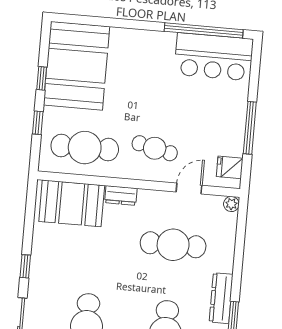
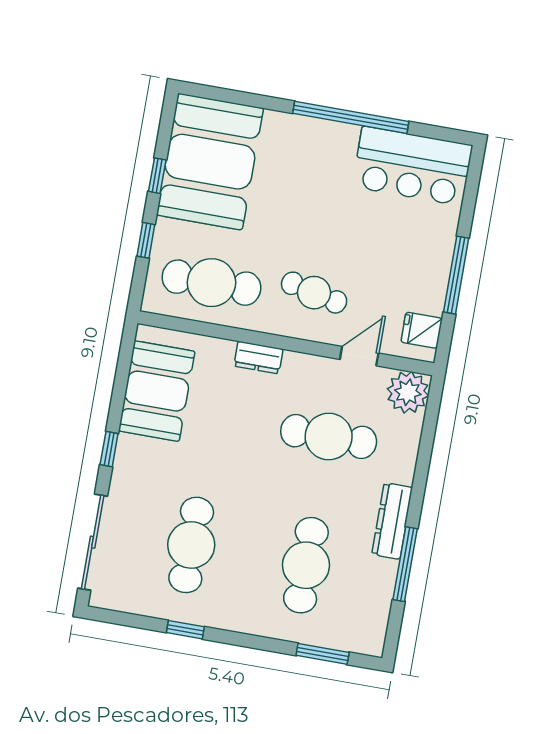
window: (204, 30) -> (351, 117), moved
booth: (72, 203) -> (157, 391), moved, turned 90
plant: (231, 204) -> (408, 392), width x1.87, depth x1.87

